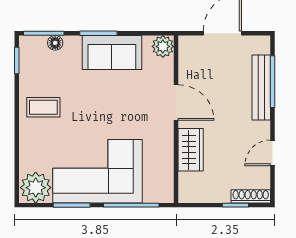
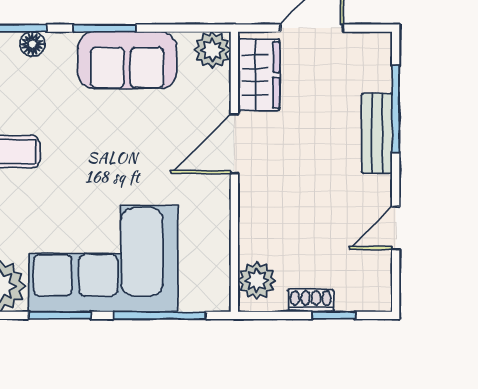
bench: (261, 87) -> (377, 133), width x0.73
door: (176, 102) -> (234, 144), swing flipped
wardrobe: (191, 150) -> (259, 75), moved
plant: (189, 184) -> (257, 280), added
shoe rack: (251, 196) -> (311, 301), moved, width x0.70

